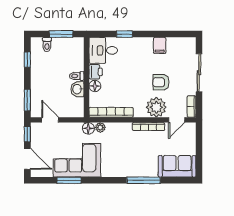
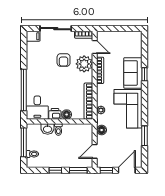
window: (61, 34) -> (24, 142), width x1.44
window: (124, 34) -> (24, 90), width x3.17
filing cabinet: (160, 45) -> (33, 36), moved
window: (27, 60) -> (55, 170), moved
washbasin: (77, 89) -> (48, 129), moved
floor lamp: (88, 128) -> (102, 130), moved
corner sofa: (77, 160) -> (128, 109), moved
sofa: (177, 166) -> (133, 73), moved
window: (144, 180) -> (144, 74), width x0.46

